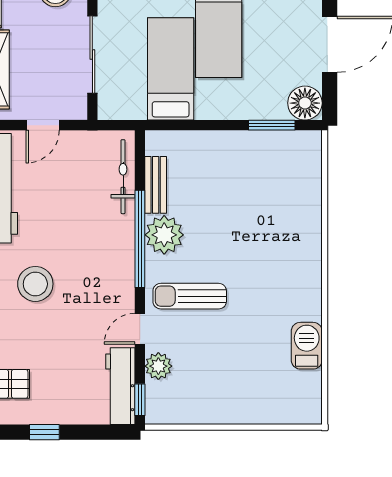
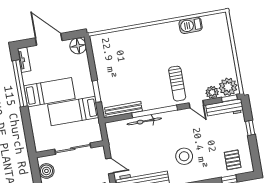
window: (272, 125) -> (97, 91), moved
bicycle: (123, 177) -> (144, 121), moved
bench: (156, 185) -> (123, 109), width x1.36
plant: (164, 235) -> (228, 87), moved
window: (44, 432) -> (250, 128), moved

